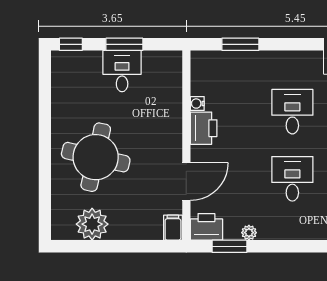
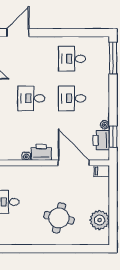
round table: (96, 157) -> (59, 218), width x0.73, depth x0.73
door: (186, 182) -> (74, 163), width x1.36
printer: (206, 227) -> (101, 140), moved

